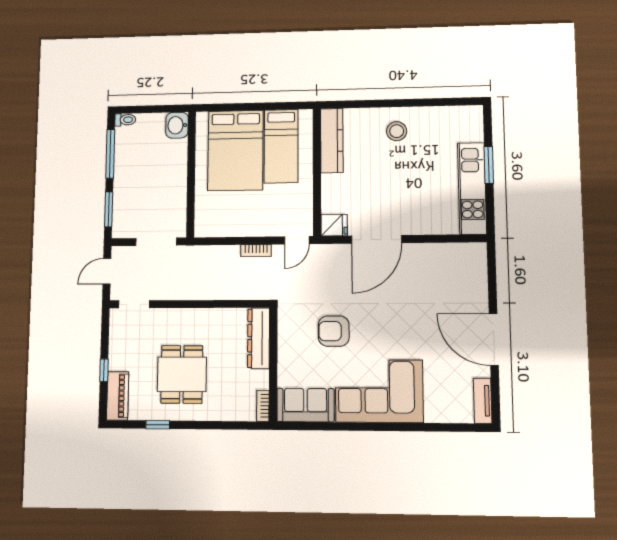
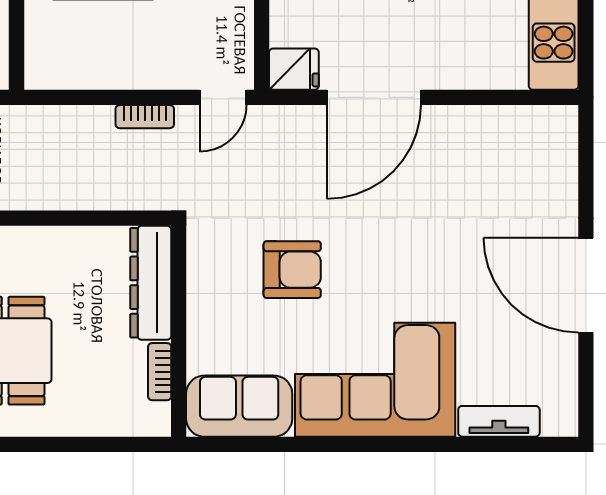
armchair: (334, 331) -> (292, 270), turned 180
tv unit: (483, 401) -> (499, 421), moved, turned 90
bookcase: (263, 406) -> (160, 372), moved

